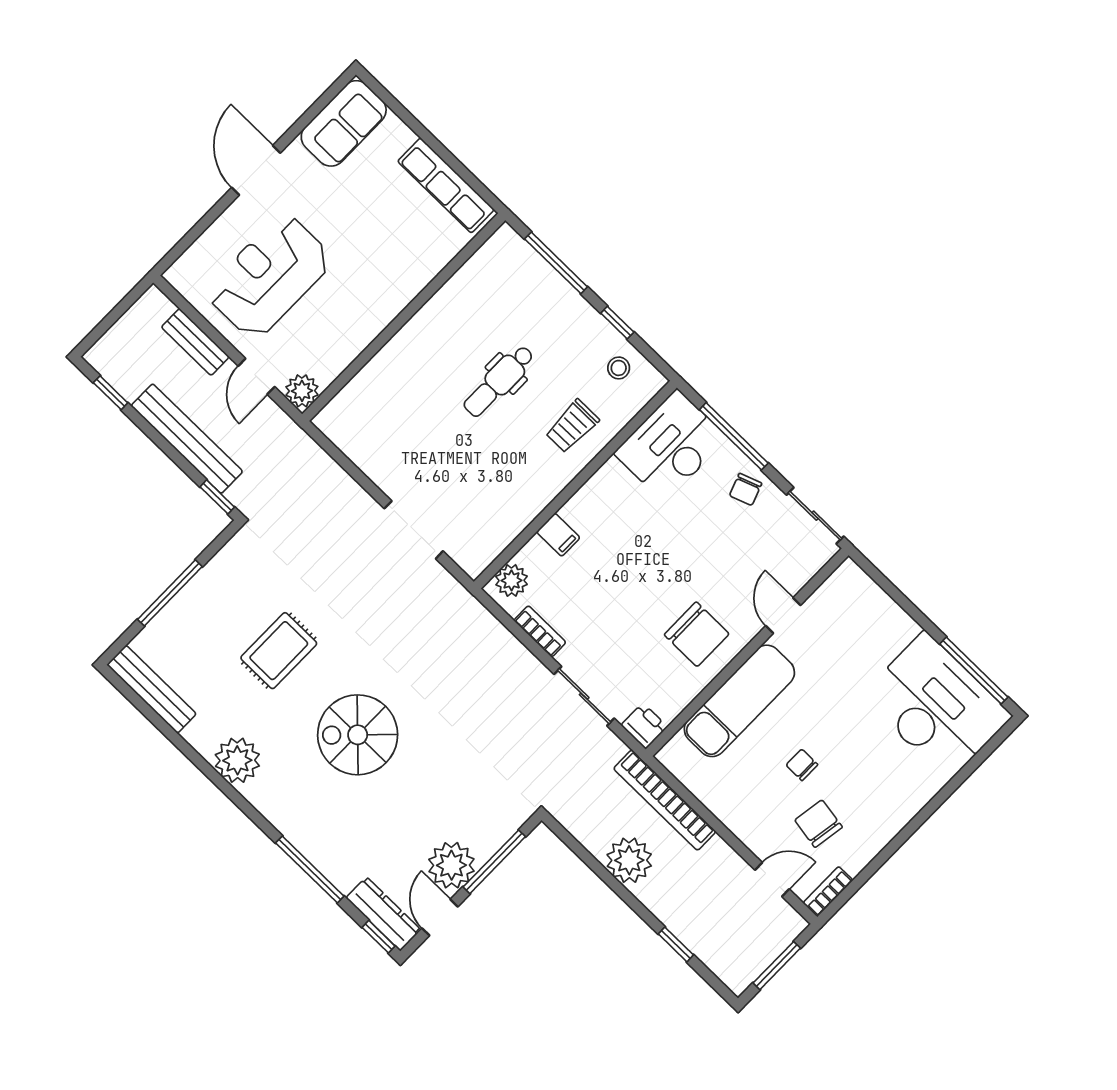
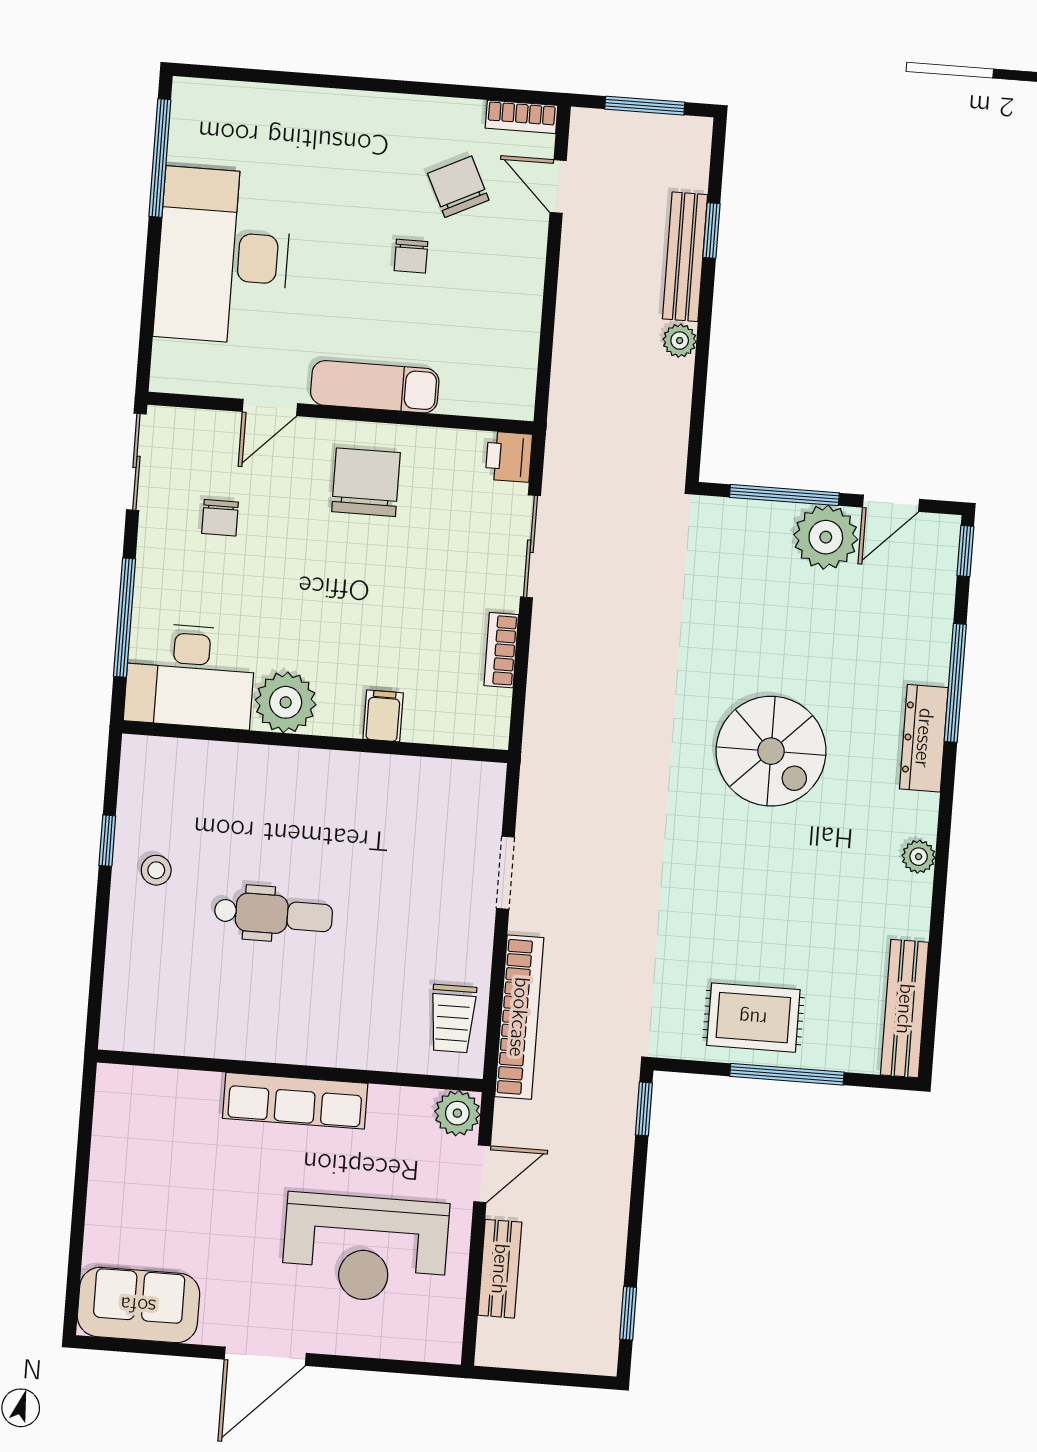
row of seats: (446, 185) -> (295, 1101), moved, turned 90
window: (556, 263) -> (98, 958), removed
stool: (619, 368) -> (156, 870), moved
trolley: (572, 426) -> (453, 1019), moved, turned 90
bench: (187, 439) -> (685, 257), moved, width x0.73, depth x0.82
chair: (746, 489) -> (220, 518), moved, turned 110
doorway: (414, 530) -> (505, 873), width x0.73
plant: (512, 580) -> (286, 702), moved, width x1.36, depth x1.36
rug: (279, 651) -> (753, 1018), moved
exam couch: (739, 701) -> (375, 387), width x0.73, depth x0.69
desk: (936, 706) -> (223, 256), moved
plant: (237, 760) -> (919, 857), width x0.53, depth x0.53
bookcase: (665, 800) -> (519, 1017), moved
chair: (819, 824) -> (458, 187), turned 145
plant: (629, 860) -> (680, 341), width x0.53, depth x0.53
dresser: (383, 914) -> (924, 738), moved

